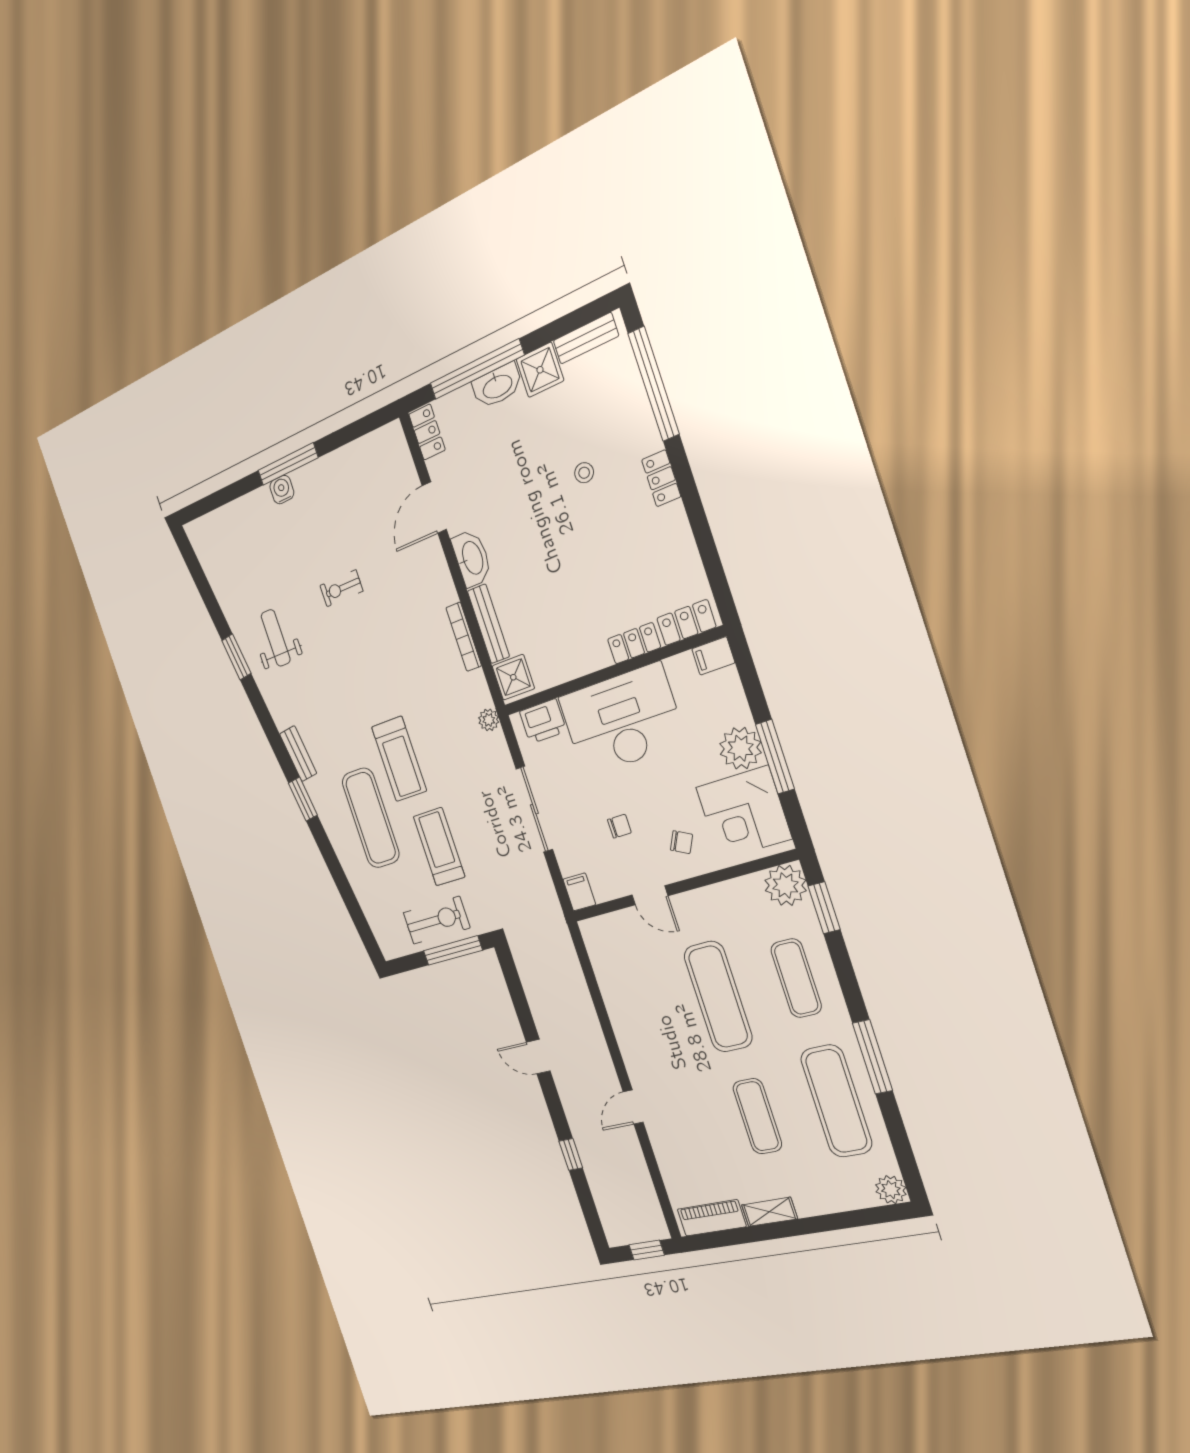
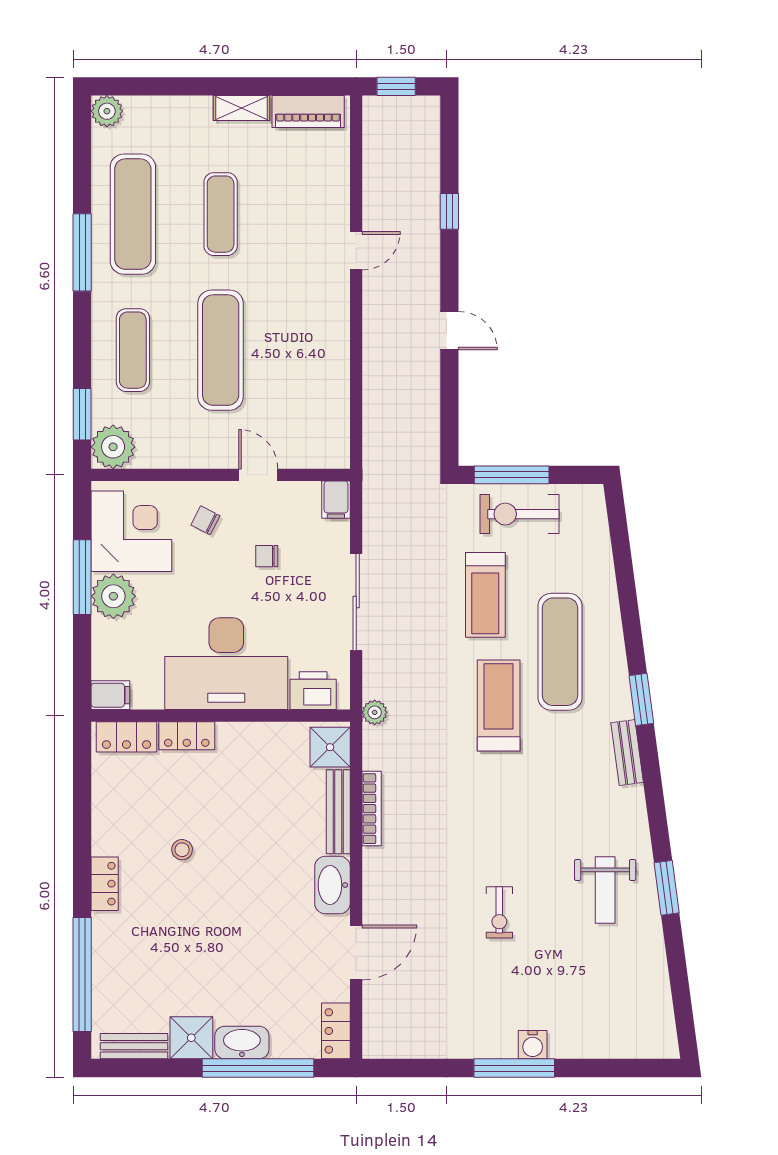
stool: (584, 473) -> (182, 850), moved
exercise bike: (341, 588) -> (499, 912), turned 90

